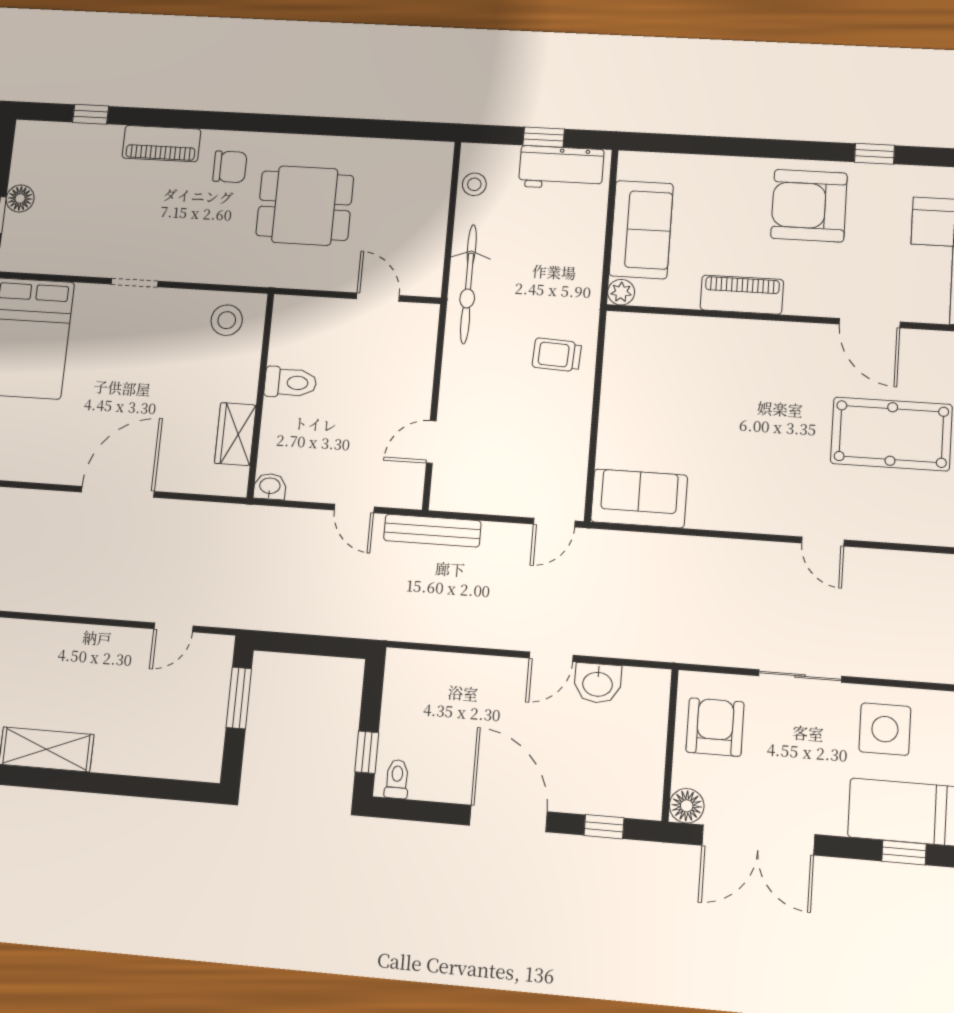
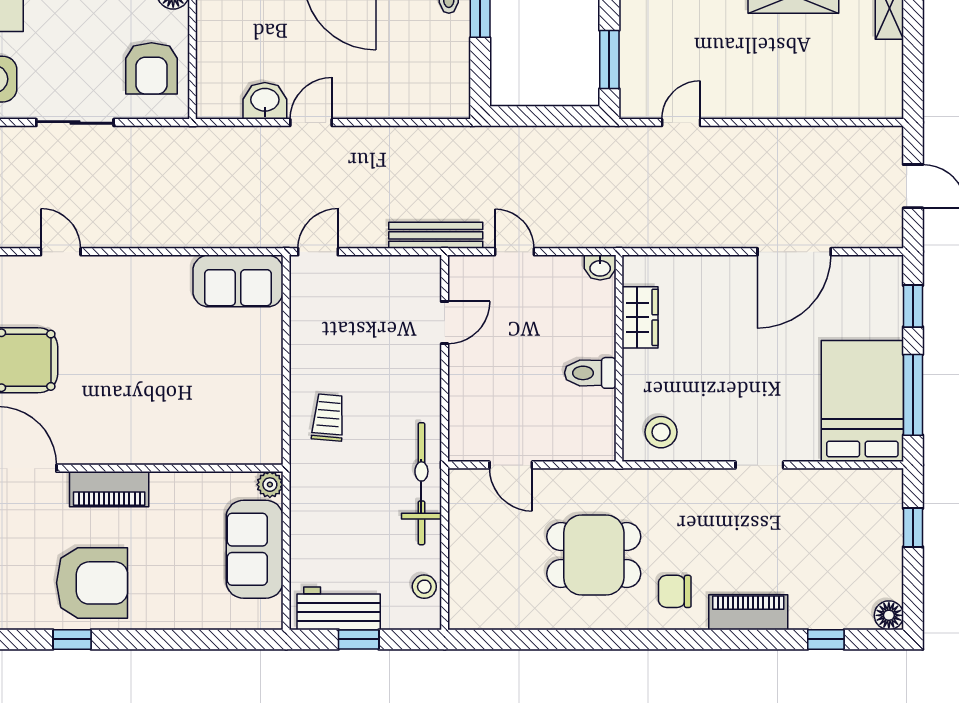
window: (874, 154) -> (72, 639), moved
floor lamp: (20, 198) -> (889, 615), moved
piano: (742, 295) -> (109, 489), moved
trolley: (557, 355) -> (328, 418), turned -88
door: (118, 492) -> (794, 252), moved

